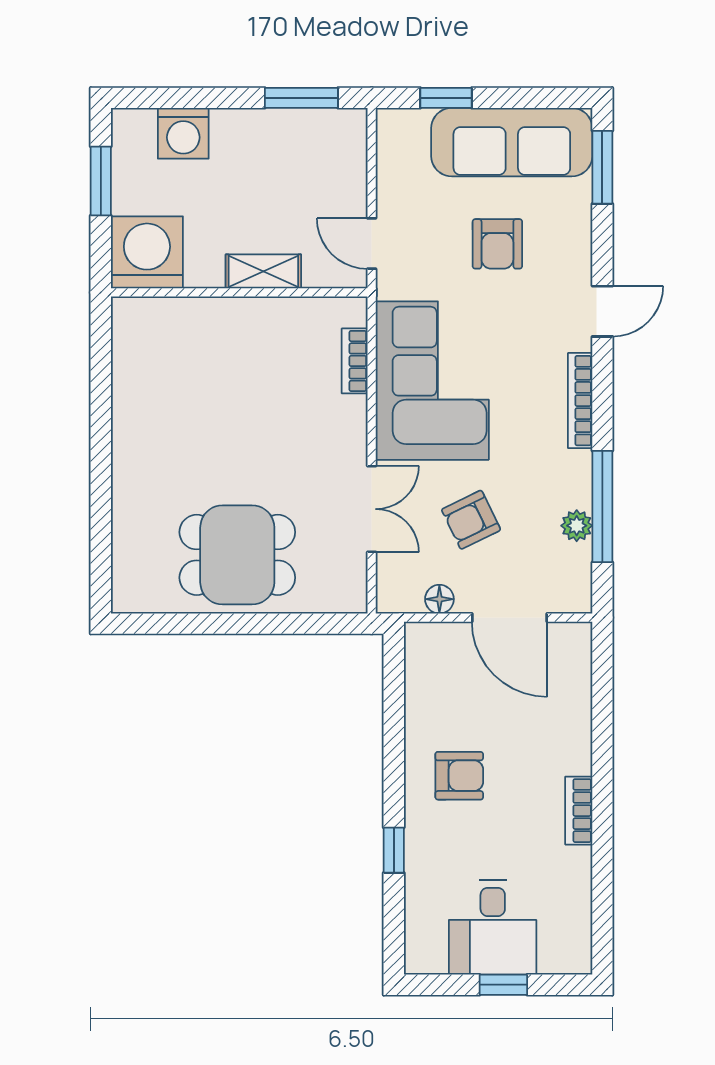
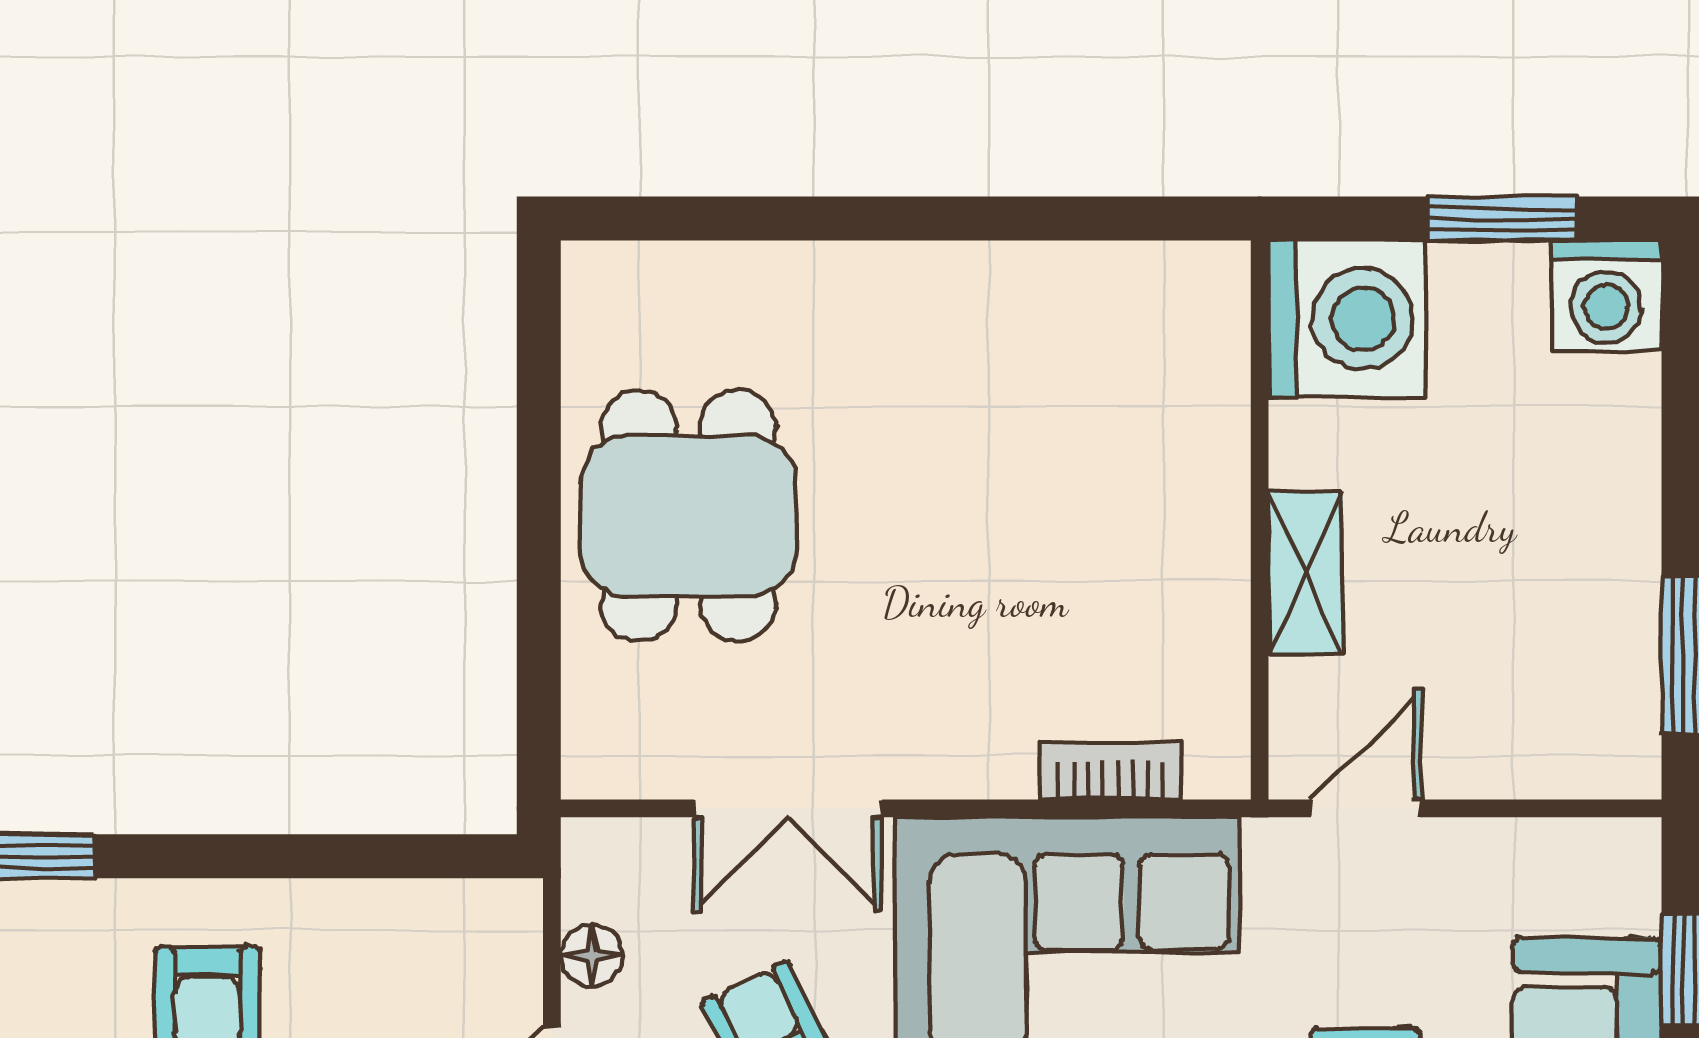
washing machine: (183, 133) -> (1606, 296), moved, turned -90

